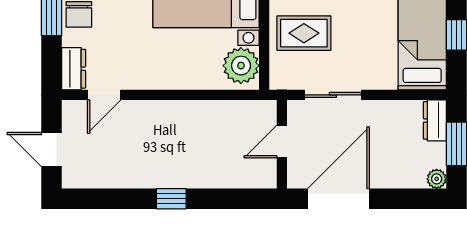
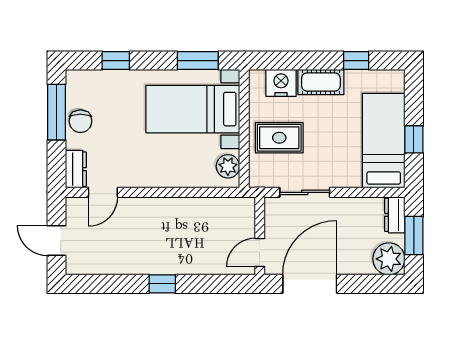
plant: (241, 66) -> (228, 166), width x0.73, depth x0.73
door: (282, 142) -> (260, 253), moved
plant: (437, 179) -> (389, 259), width x1.88, depth x1.88

